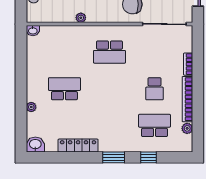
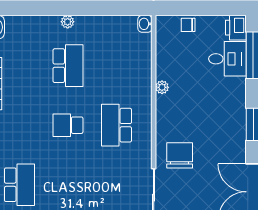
school desk: (154, 89) -> (68, 125), moved
plant: (31, 107) -> (68, 22), moved

